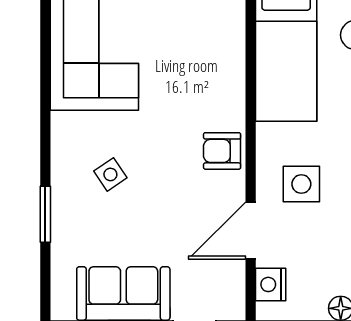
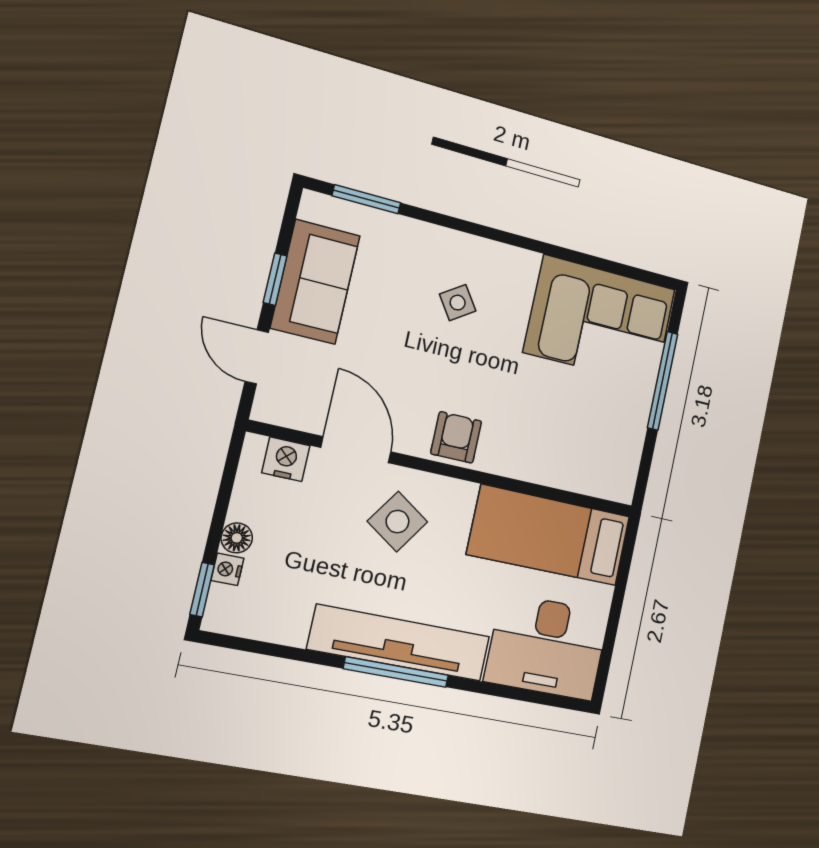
side table: (301, 184) -> (397, 522), turned 34
window: (45, 214) -> (366, 199), moved

